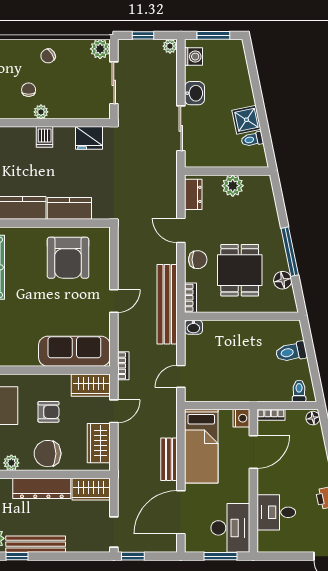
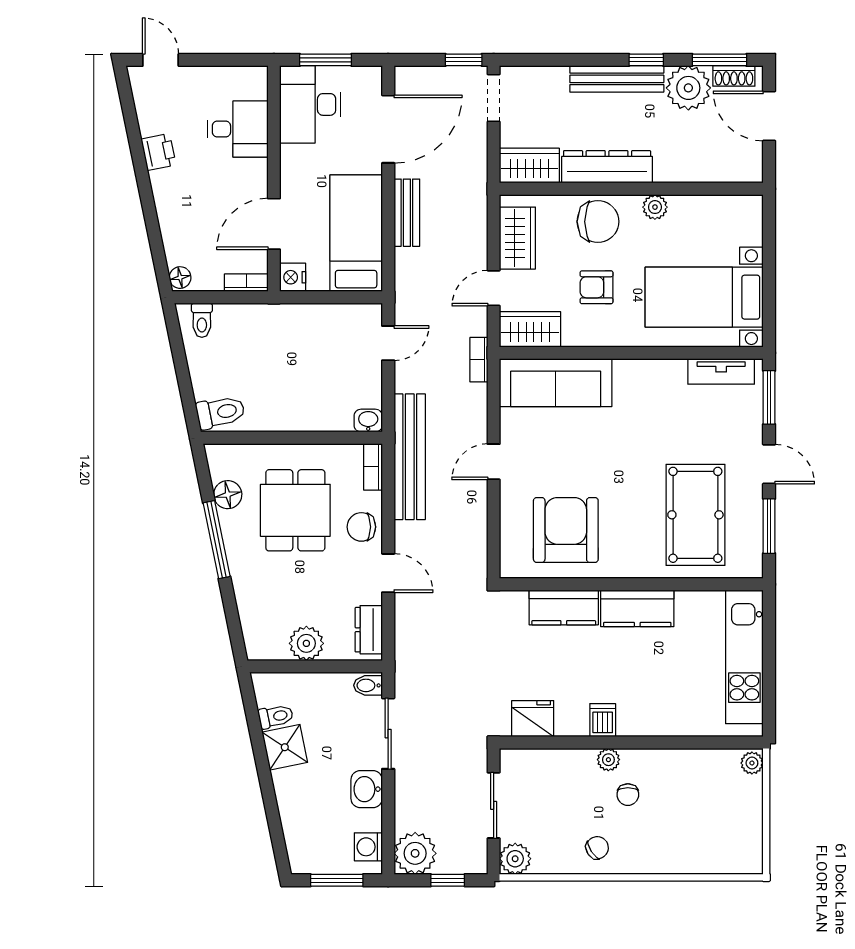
plant: (170, 46) -> (415, 853), width x1.88, depth x1.88
bidet: (194, 159) -> (368, 685), added
toilet: (291, 352) -> (221, 412), moved

